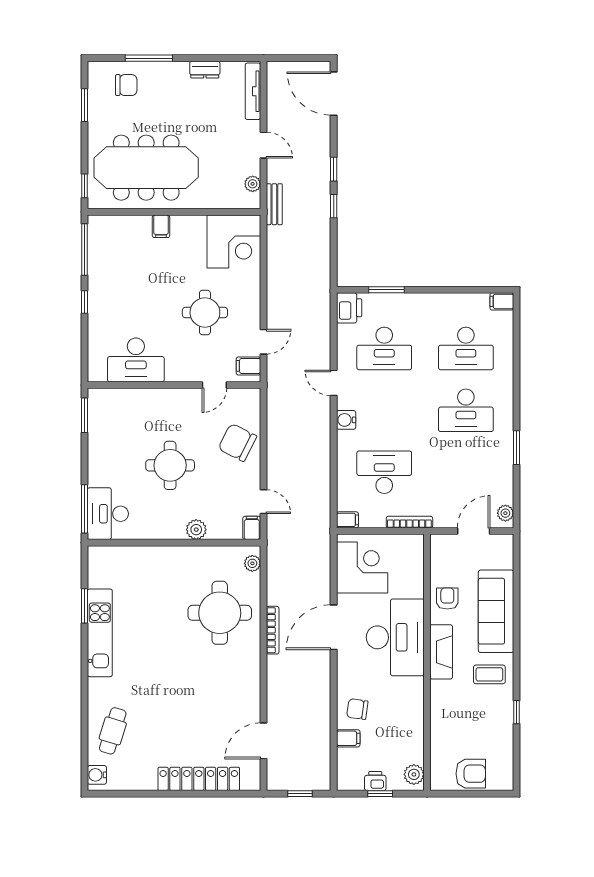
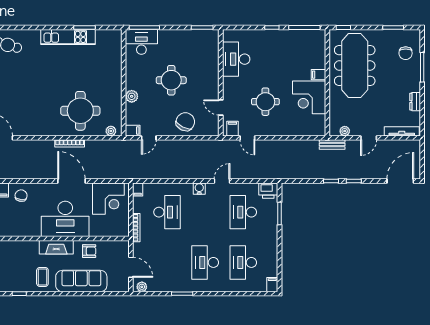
corner desk: (234, 241) -> (309, 97), moved

